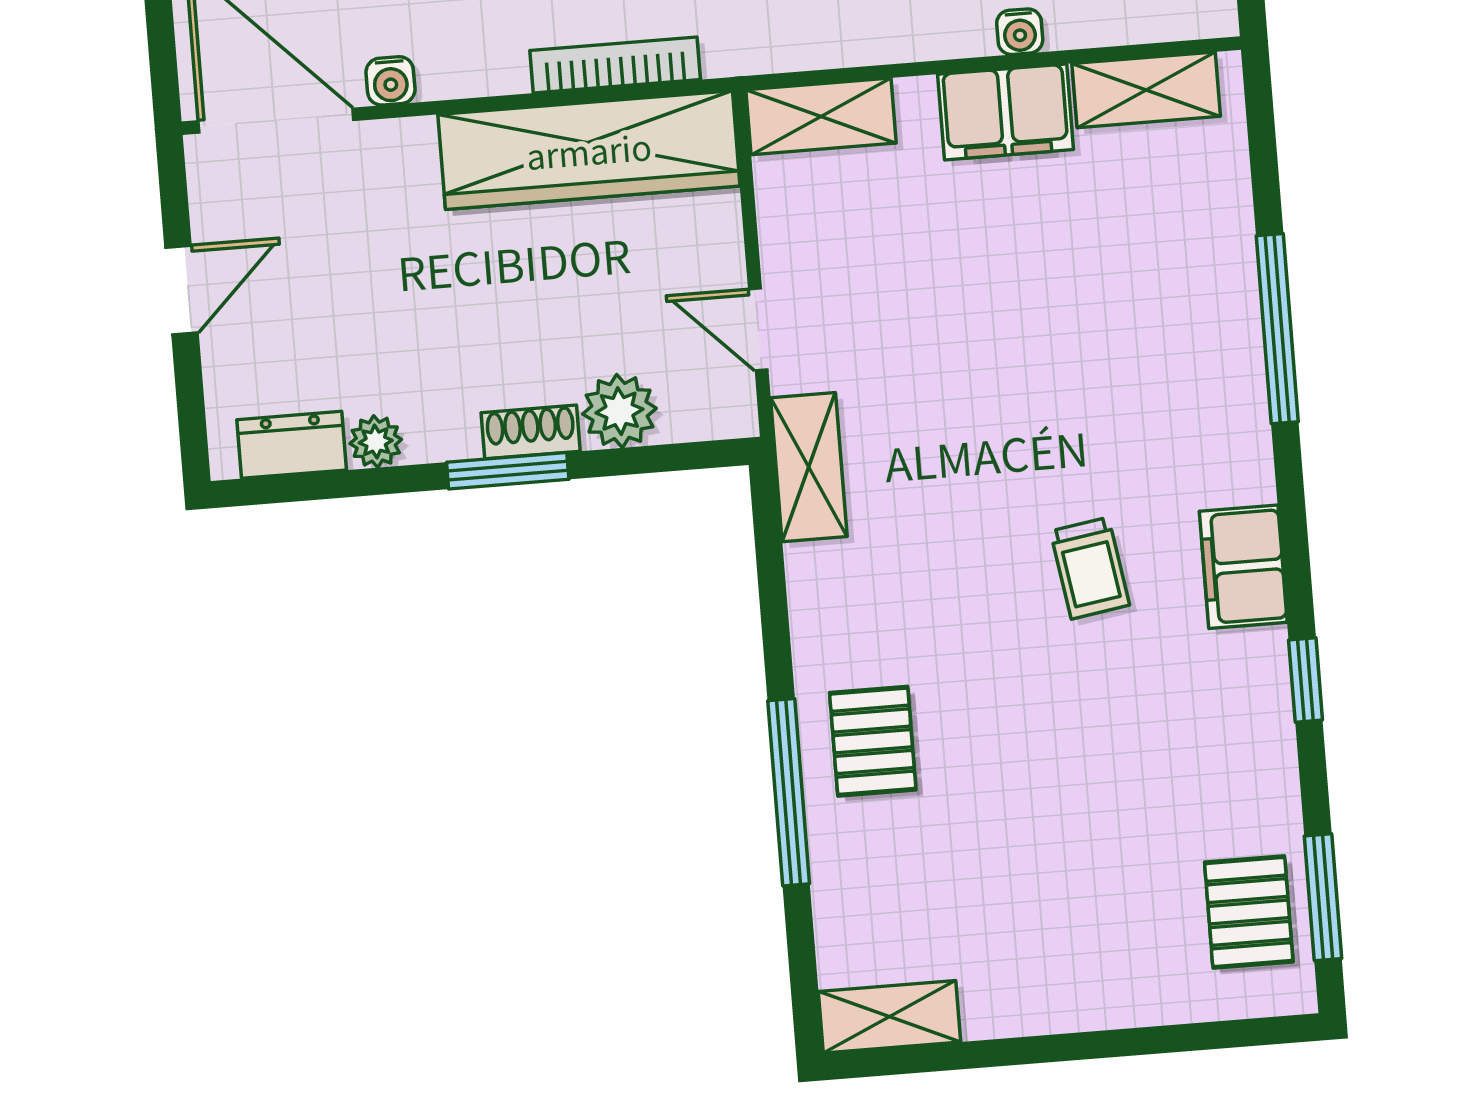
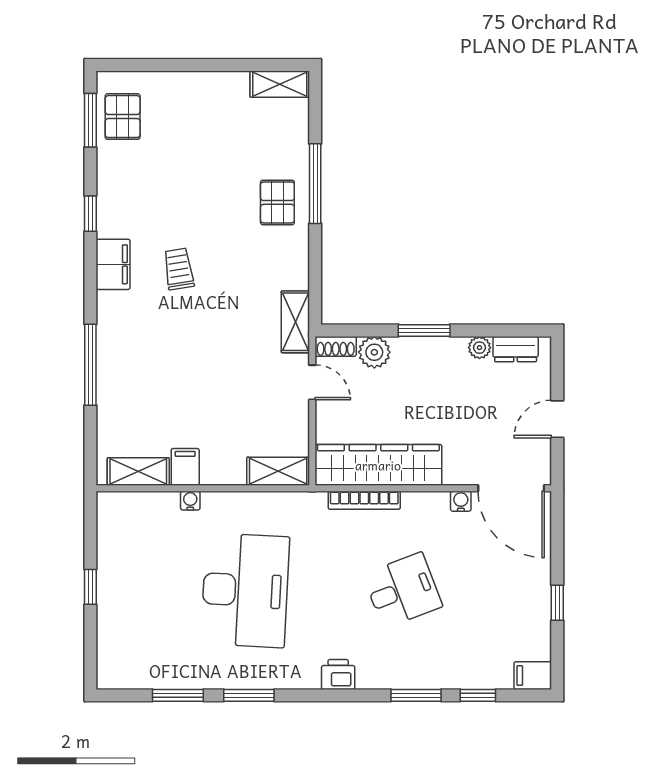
filing cabinet: (1006, 112) -> (185, 467), width x0.50
shoe rack: (531, 432) -> (336, 346), moved

